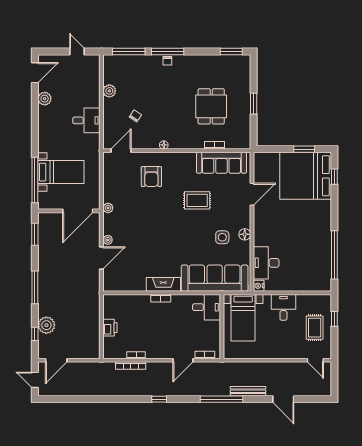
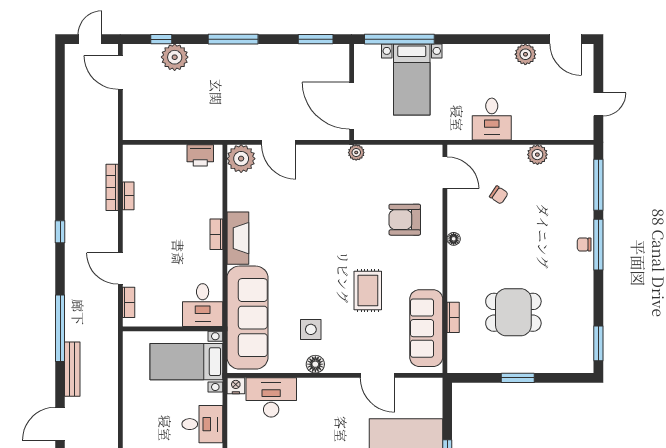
plant: (108, 240) -> (241, 159), moved, width x1.87, depth x1.87
printer: (110, 328) -> (200, 155), moved

